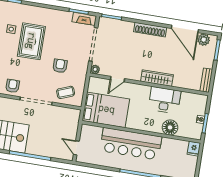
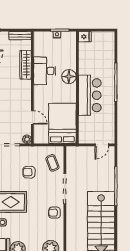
wardrobe: (157, 78) -> (26, 65), moved
floor lamp: (170, 127) -> (69, 77), moved
bar counter: (131, 144) -> (90, 95), width x0.73

